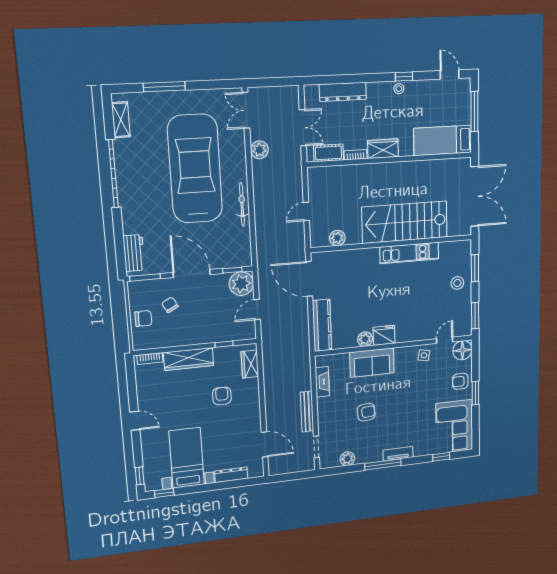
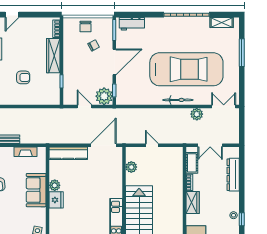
bicycle: (242, 204) -> (178, 100), moved
wardrobe: (250, 364) -> (45, 99), removed

